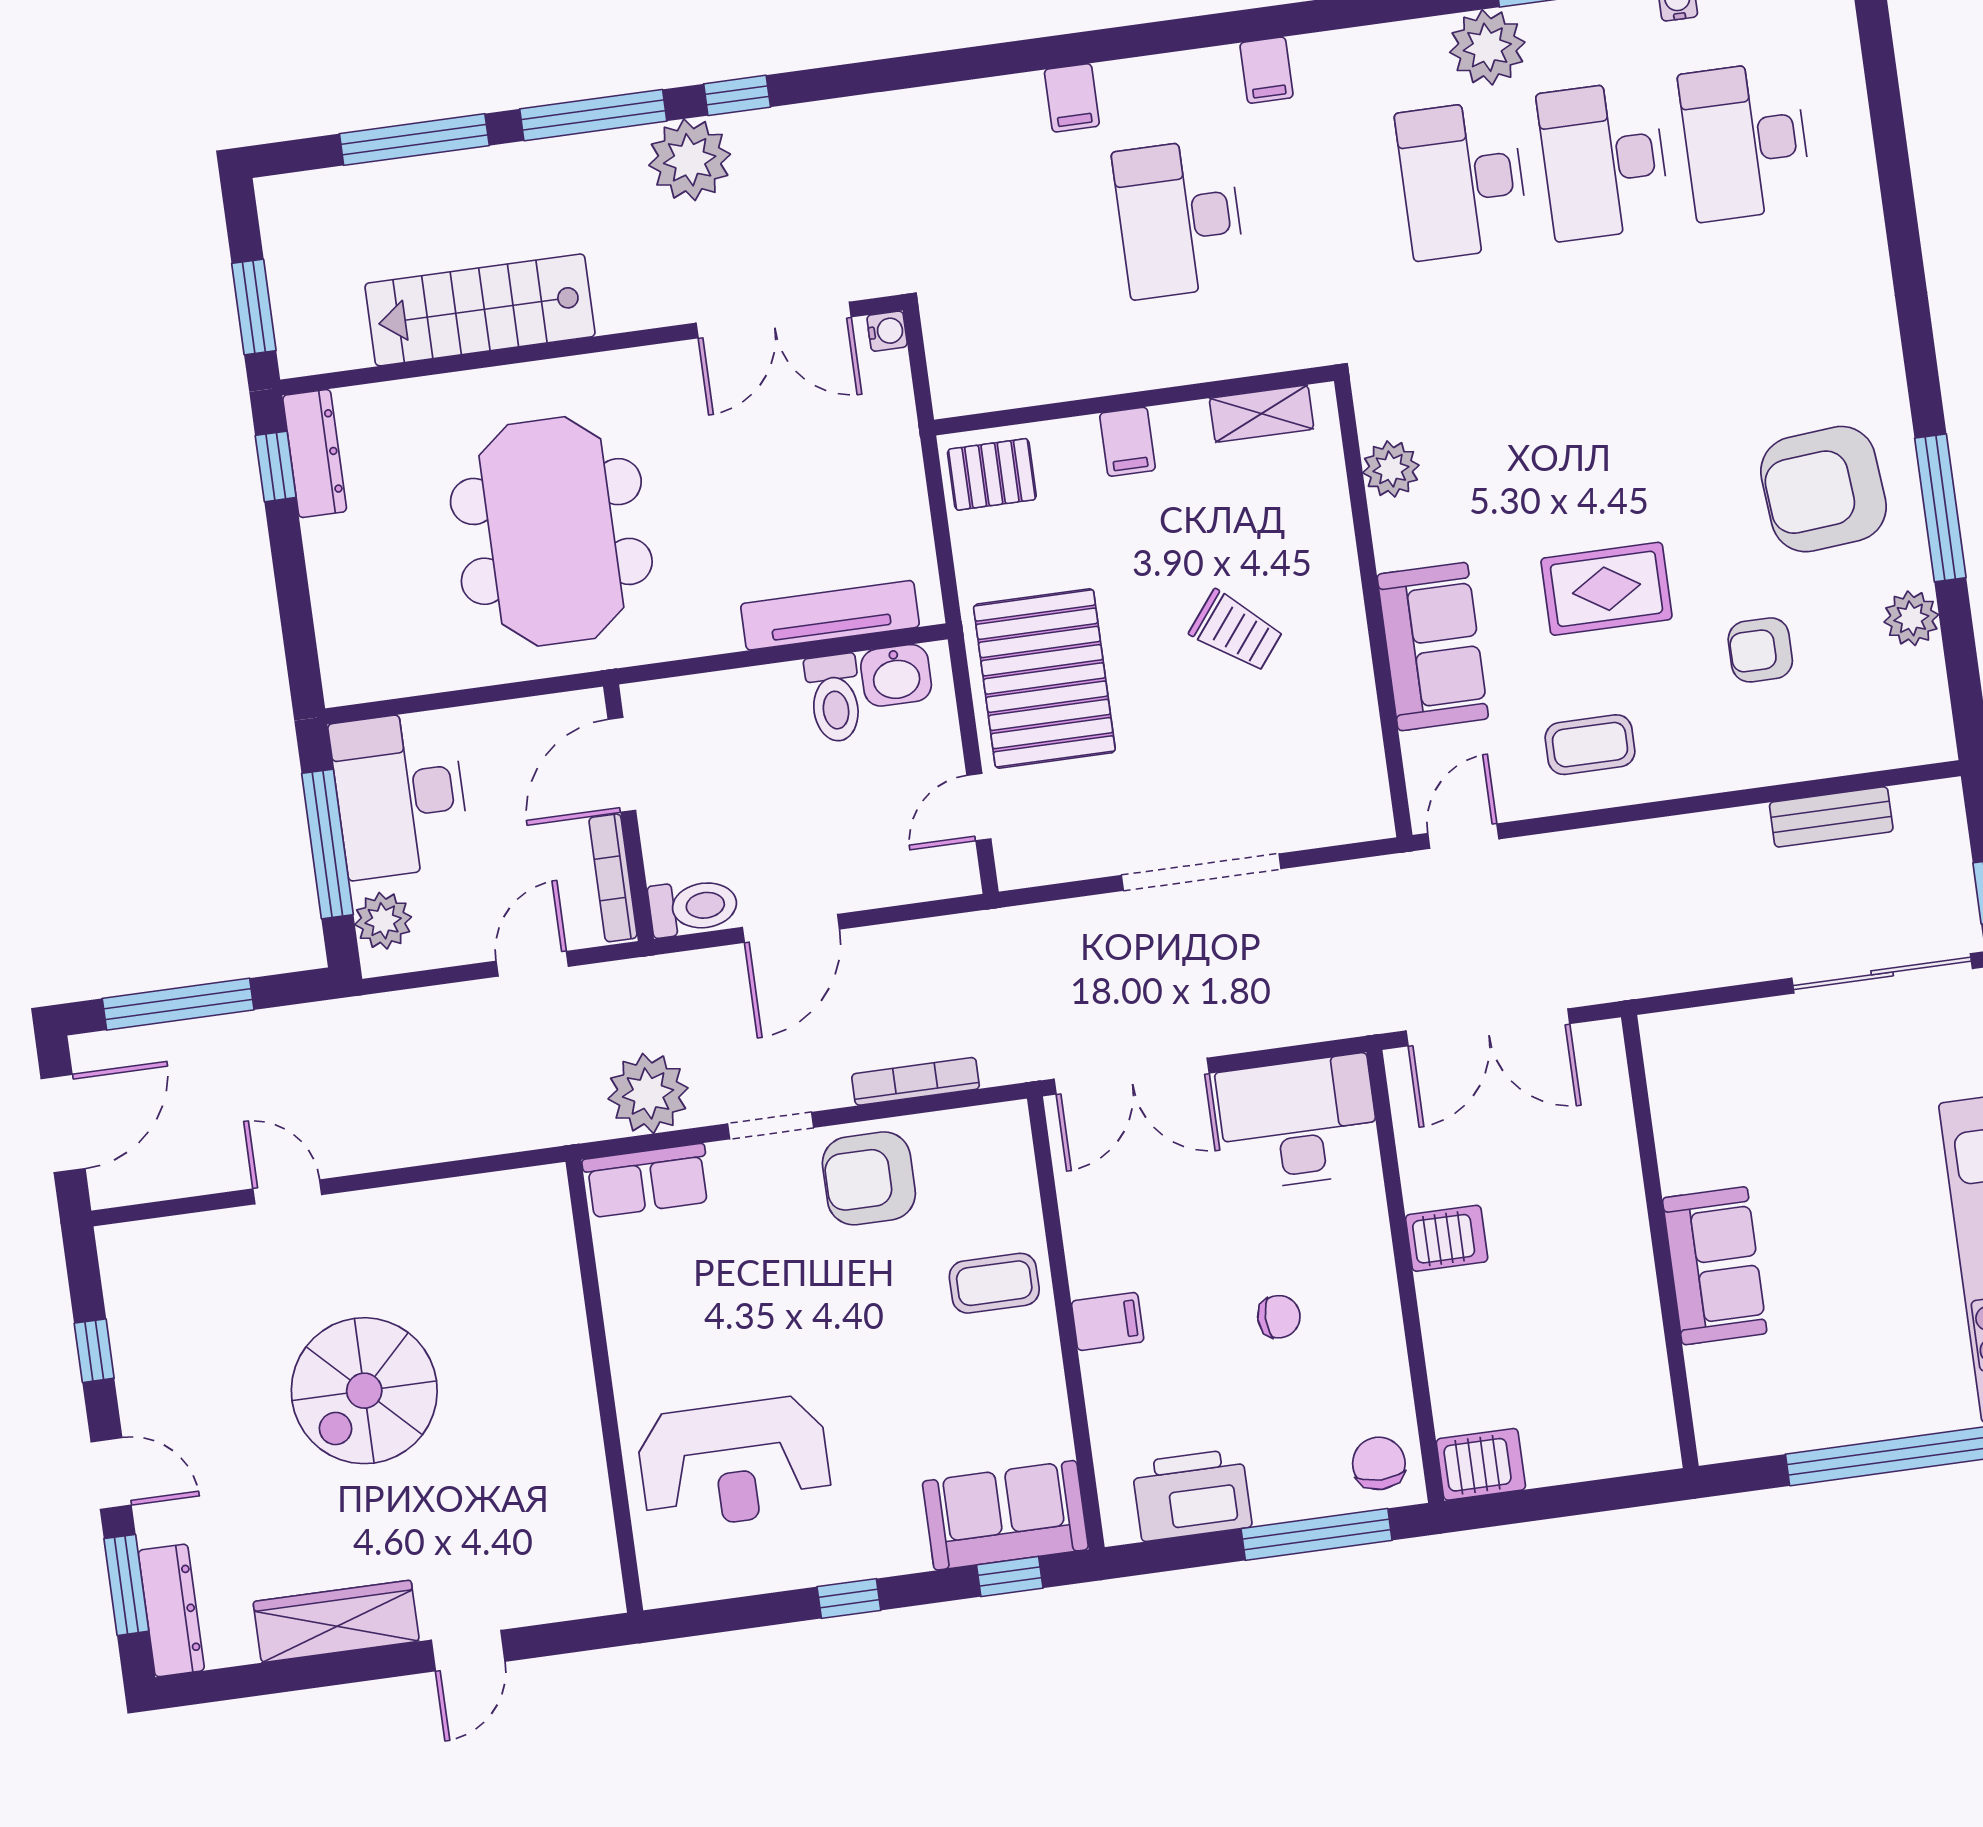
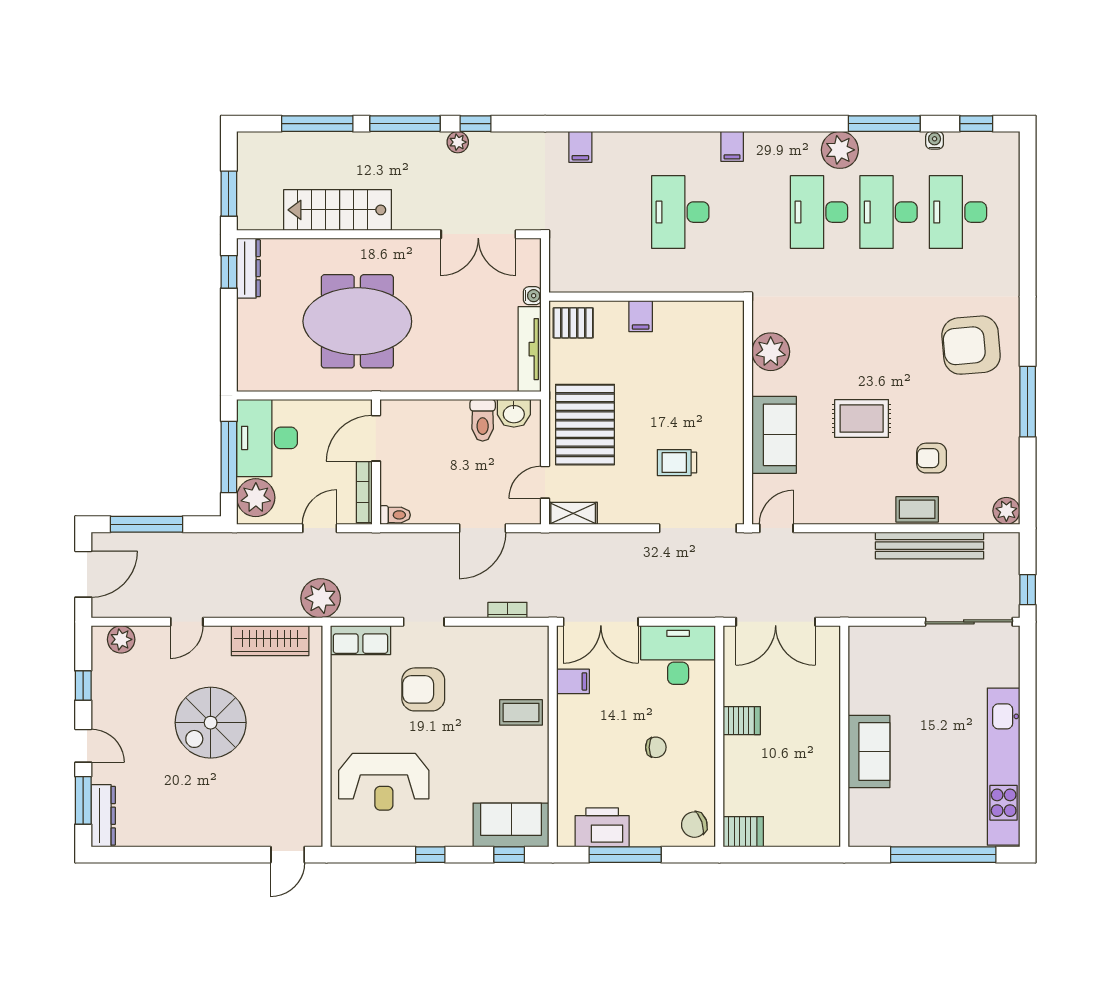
filing cabinet: (1072, 98) -> (580, 147), moved
plant: (690, 160) -> (458, 142), width x0.53, depth x0.53
water cooler: (887, 331) -> (532, 296), moved
shelving: (1262, 414) -> (573, 513), moved
plant: (1391, 469) -> (771, 352), width x1.36, depth x1.36
armchair: (1823, 489) -> (971, 345), moved
meeting table: (551, 531) -> (357, 321), turned 90
tv unit: (830, 615) -> (530, 349), moved, turned -90
plant: (1911, 618) -> (1006, 511), moved
trolley: (1236, 631) -> (677, 463), moved, turned 142
coffee table: (1590, 745) -> (917, 509), moved
bench: (1831, 817) -> (930, 546), width x1.86, depth x1.21
doorway: (1201, 872) -> (698, 528), moved
toilet: (693, 907) -> (395, 515), width x0.73, depth x0.72
plant: (383, 921) -> (256, 498), width x1.36, depth x1.36
door: (791, 928) -> (483, 528), moved
bookcase: (916, 1081) -> (507, 610), width x0.64
plant: (648, 1093) -> (321, 598), moved
armchair: (869, 1178) -> (423, 689), moved
door: (287, 1192) -> (187, 622), swing flipped
plant: (158, 1246) -> (121, 639), added
filing cabinet: (1108, 1321) -> (573, 681), moved
chair: (1379, 1463) -> (694, 825), turned -109
window: (1317, 1534) -> (625, 855), moved
wardrobe: (336, 1621) -> (270, 641), moved, turned 180
door: (468, 1651) -> (288, 855), moved

